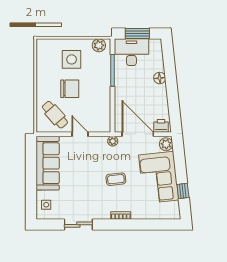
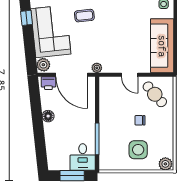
plant: (99, 45) -> (165, 164), moved
desk: (131, 52) -> (83, 157), width x0.73
floor lamp: (160, 78) -> (48, 116), moved
chair: (70, 89) -> (140, 120), width x0.54, depth x0.54
coffee table: (116, 179) -> (84, 16), moved

